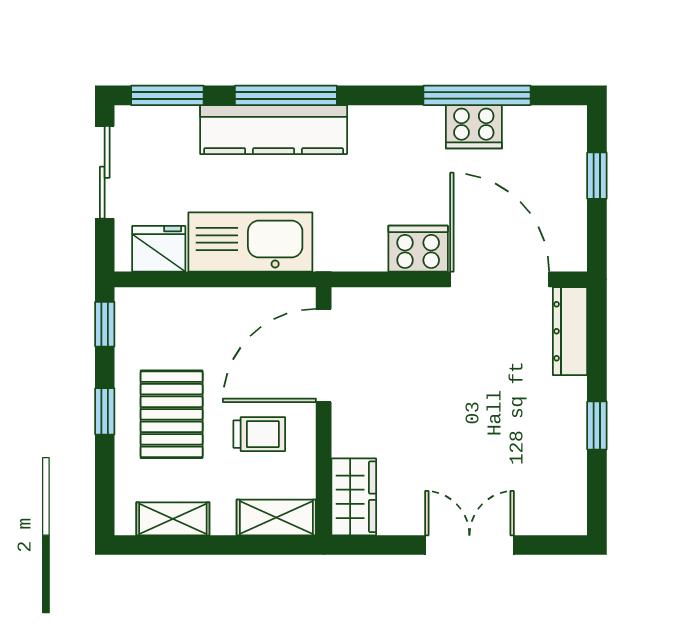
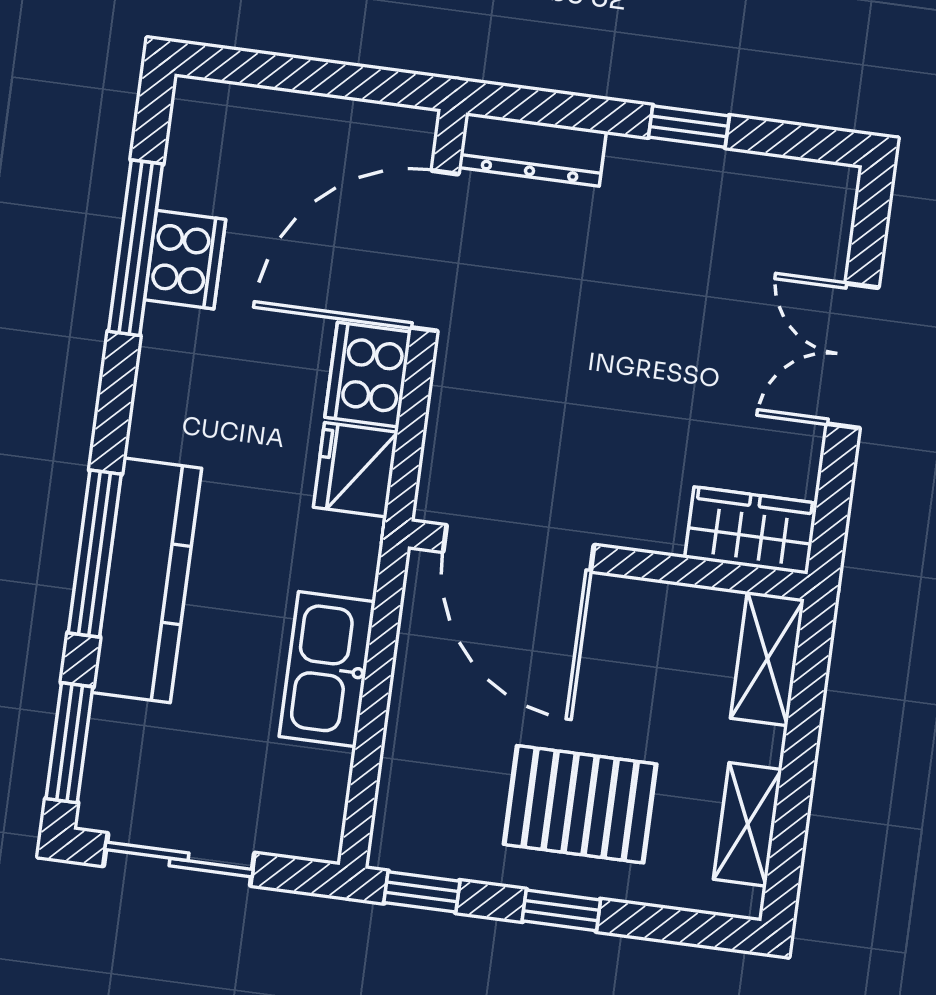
window: (597, 176) -> (289, 73), removed
kitchen sink: (250, 242) -> (327, 669), width x0.73, depth x0.81
fridge: (159, 249) -> (356, 470), moved
trolley: (259, 434) -> (631, 668), removed

